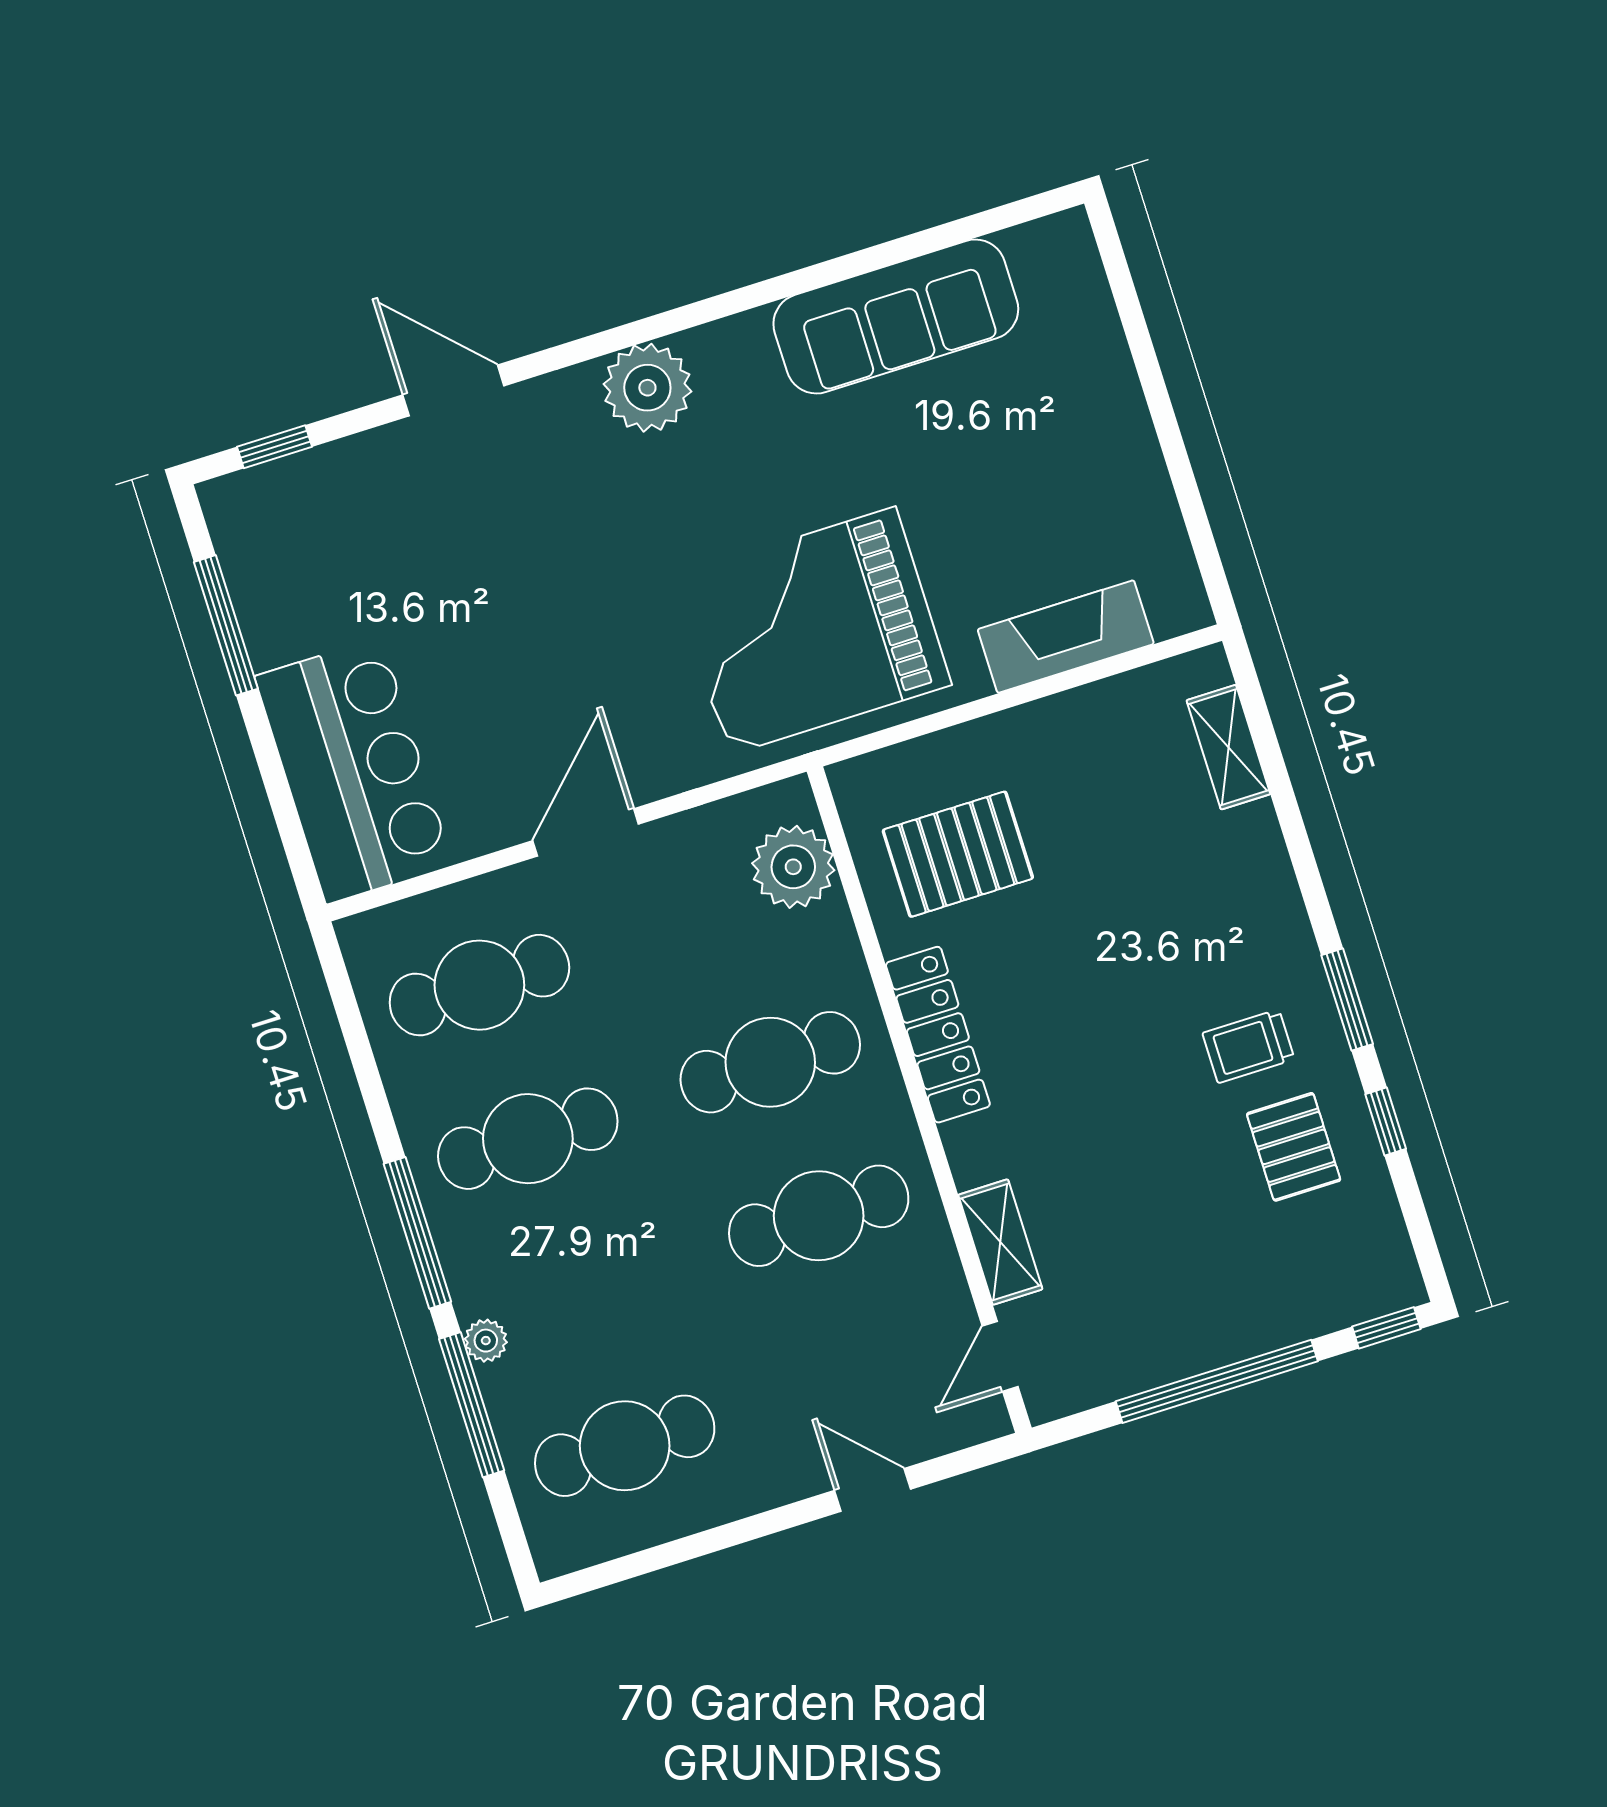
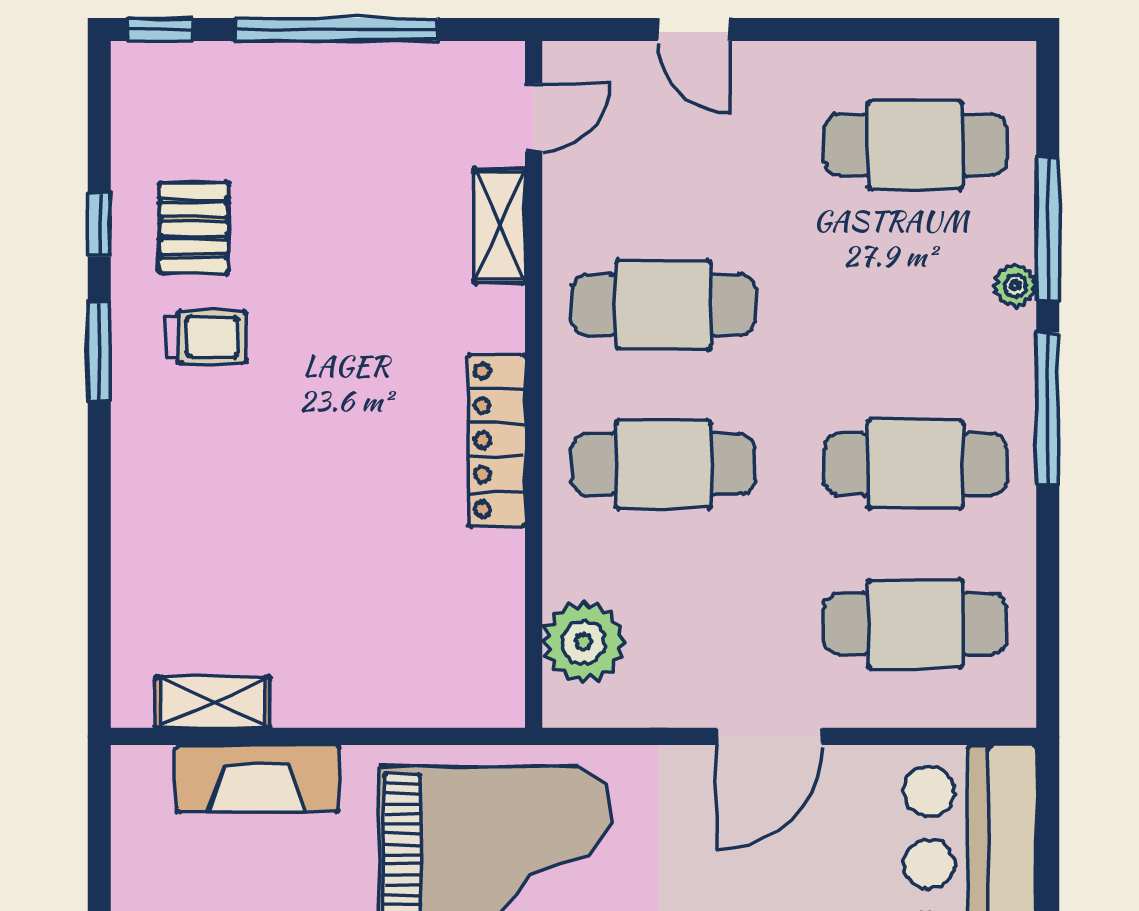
shelving: (1228, 747) -> (213, 702), moved, turned 90
pallet: (958, 854) -> (424, 605), removed

